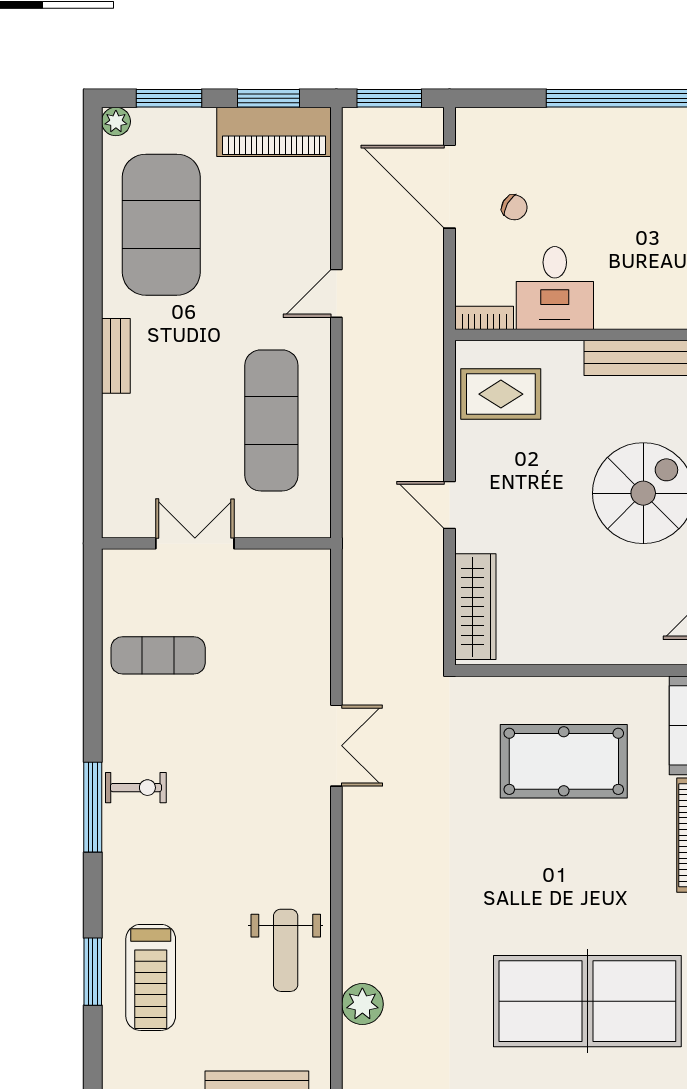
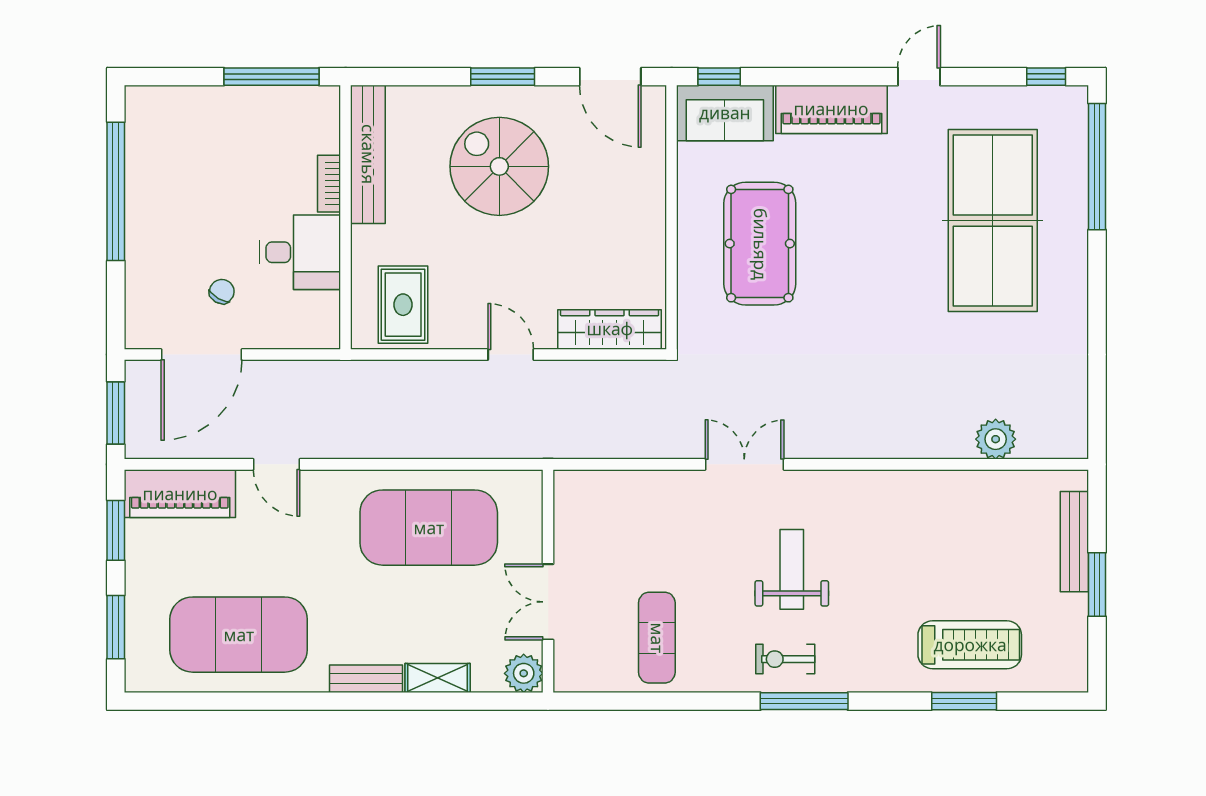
plant: (116, 121) -> (524, 673), moved, width x1.38, depth x1.38
piano: (274, 132) -> (180, 494), moved, turned 90
door: (336, 293) -> (277, 464), moved
bookcase: (484, 318) -> (329, 184), moved
exercise mat: (271, 420) -> (429, 528), width x1.47
shelving: (117, 430) -> (438, 678), added
door: (449, 505) -> (511, 355), swing flipped
exercise bike: (136, 788) -> (785, 659), turned -90
weight bench: (286, 950) -> (792, 569), moved, turned -90

